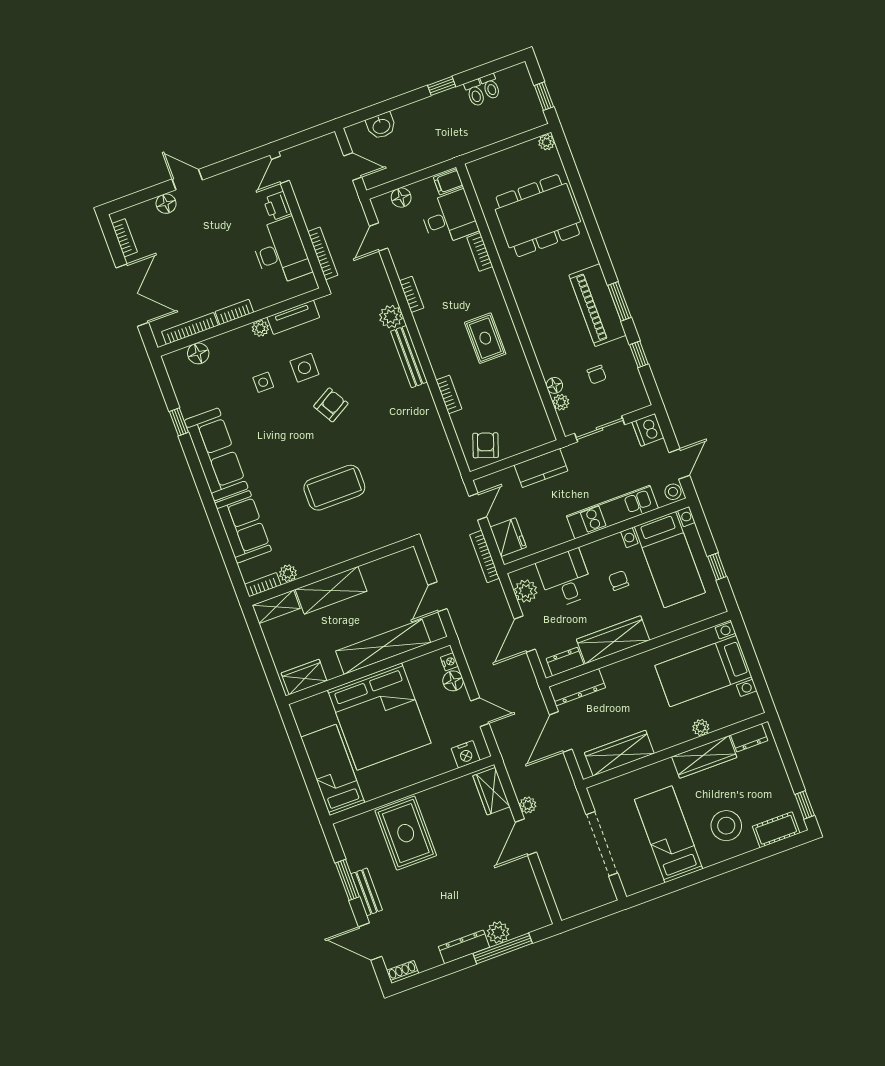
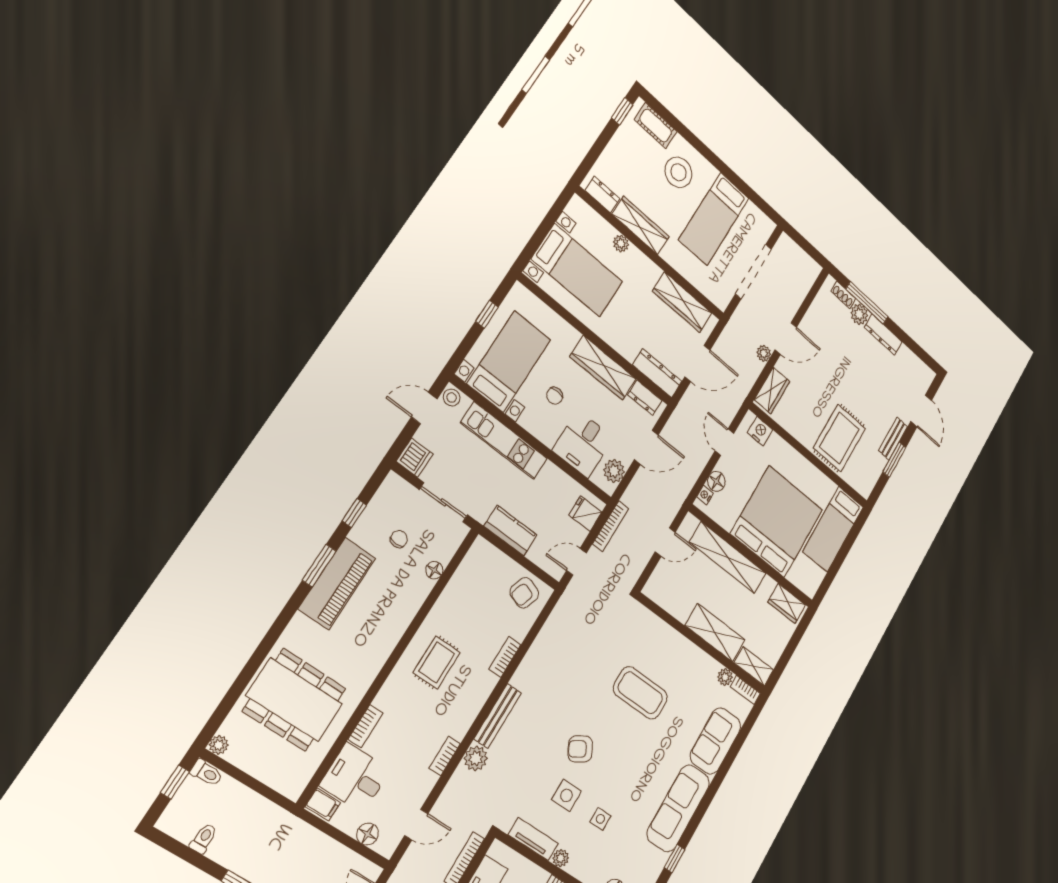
toilet: (475, 93) -> (207, 773), moved, turned 90
plant: (561, 402) -> (445, 554), removed
fridge: (508, 537) -> (585, 514), width x0.72
shoe rack: (403, 972) -> (843, 295), moved

